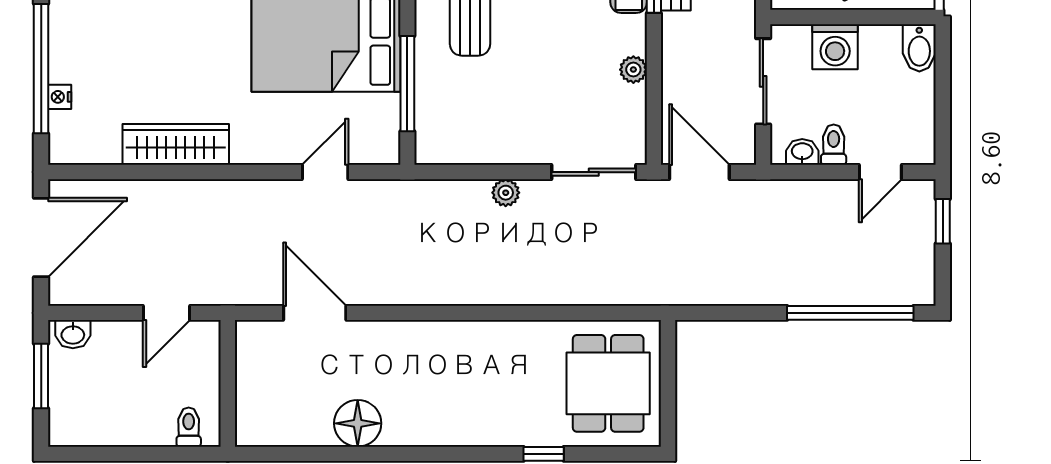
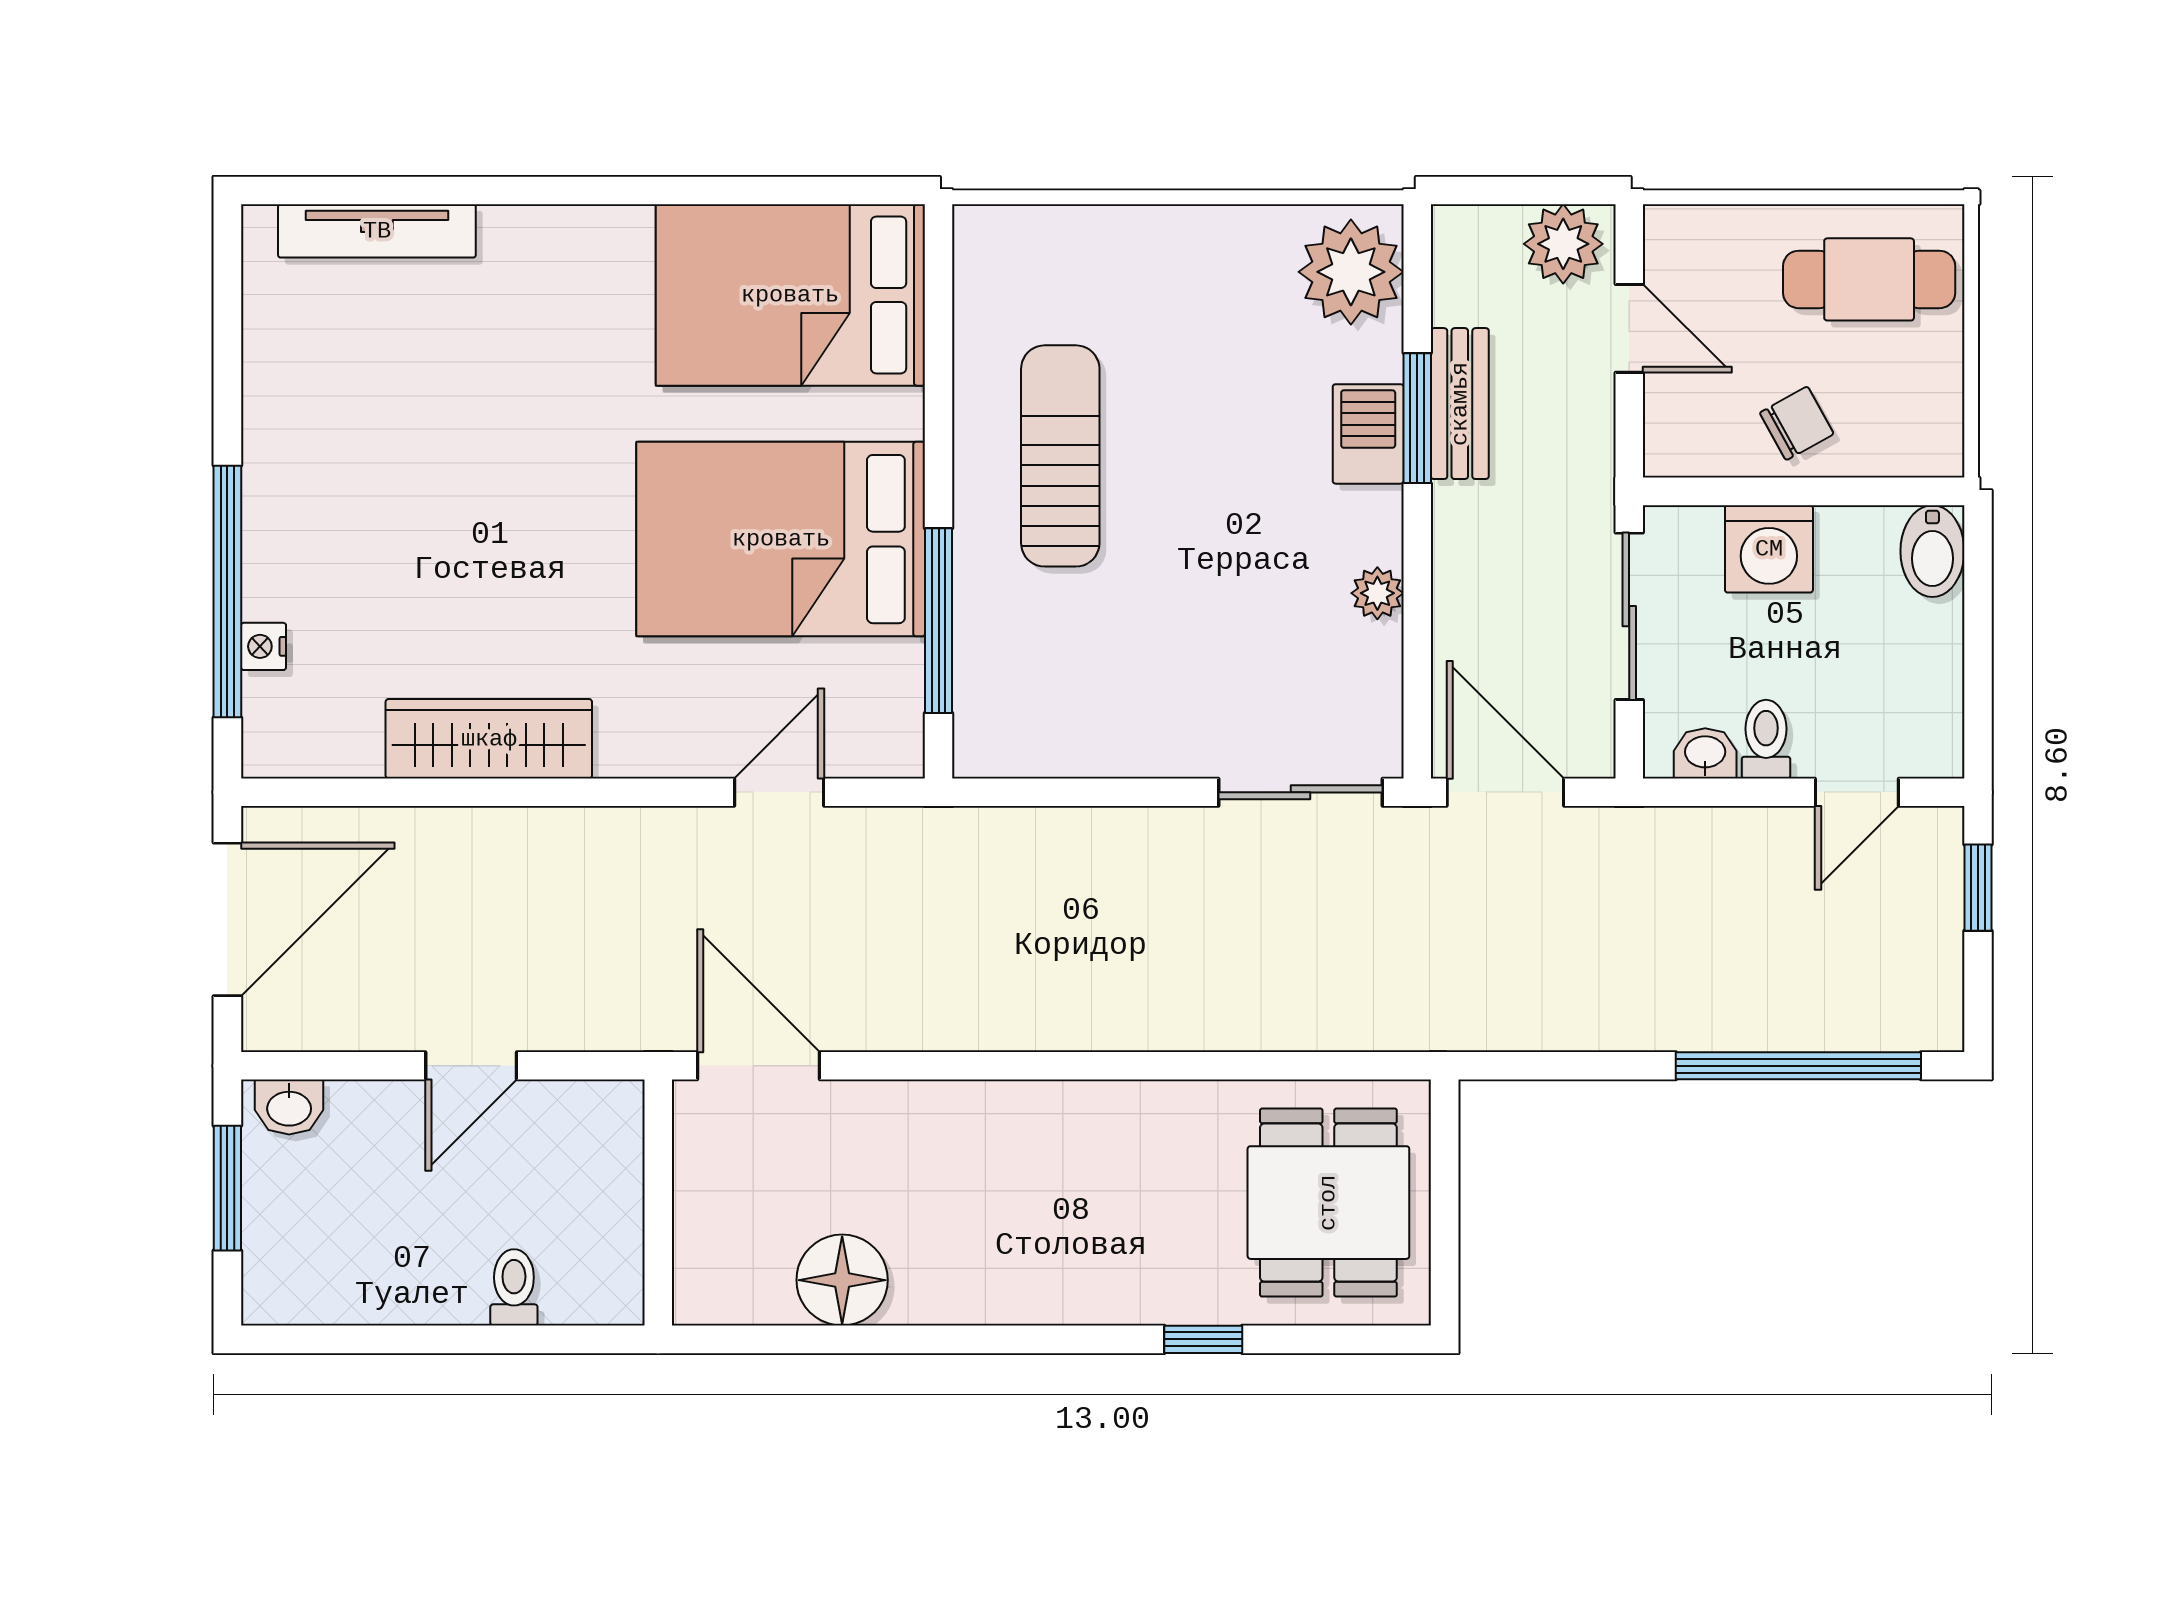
plant: (506, 193) -> (1129, 832), removed
wall: (228, 383) -> (658, 1203), moved

